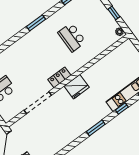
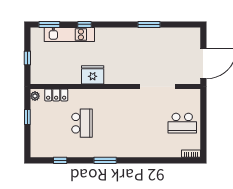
locker: (59, 77) -> (56, 95), moved
fridge: (77, 87) -> (93, 75), moved
window: (96, 128) -> (149, 24), moved

